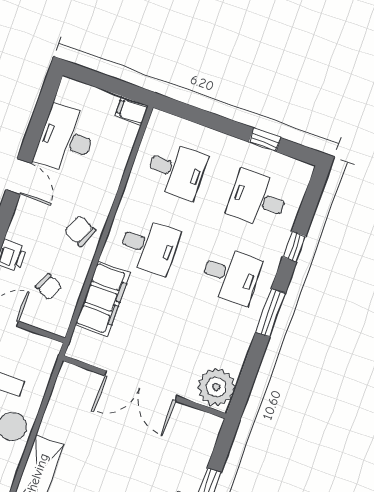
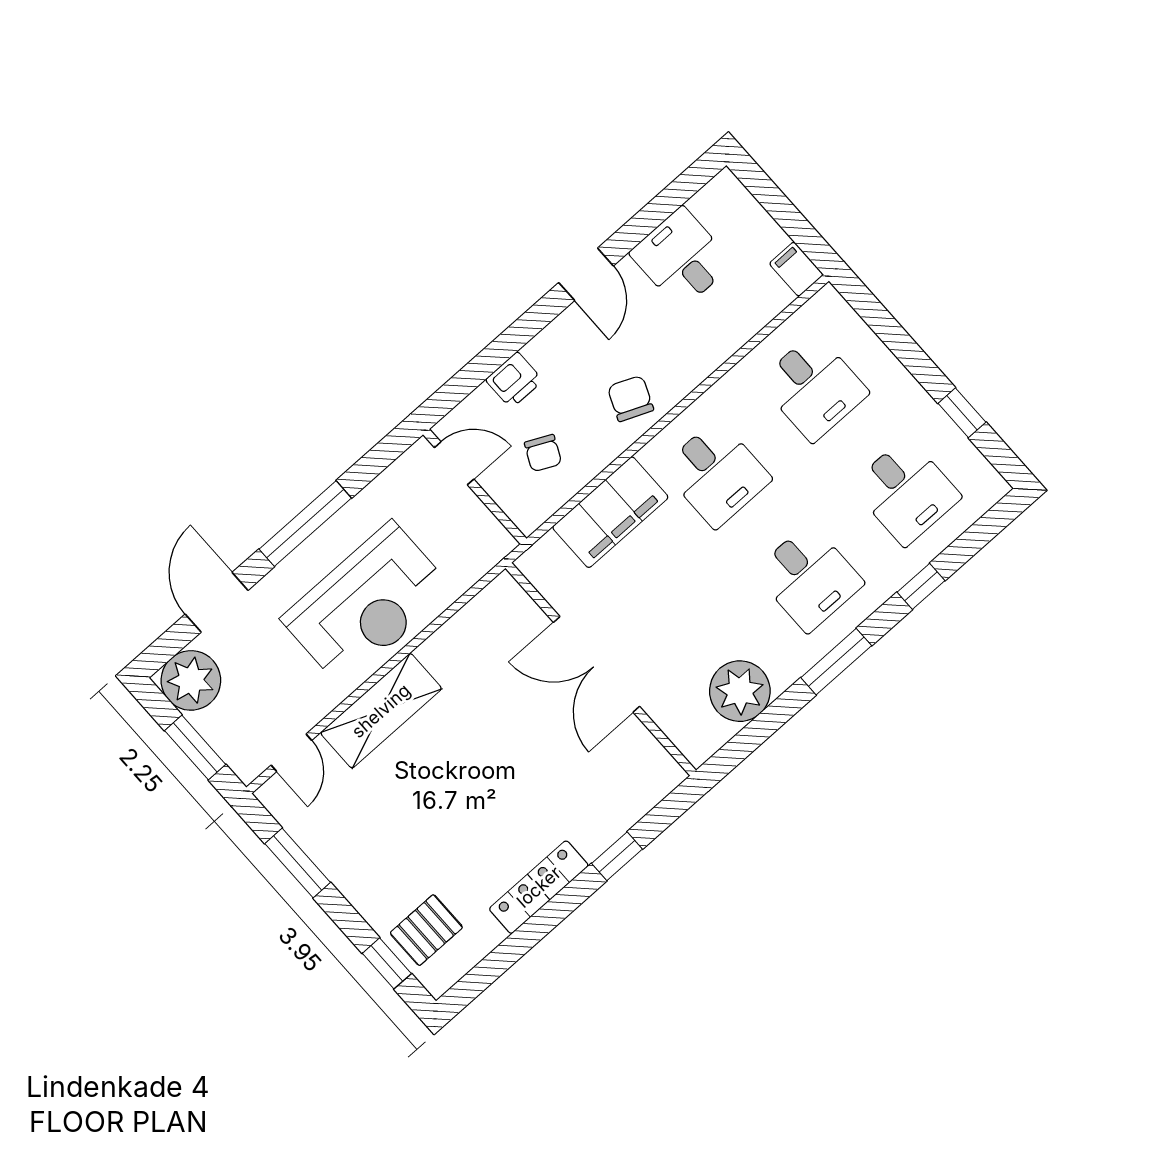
desk: (66, 139) -> (681, 258), width x0.73
desk: (258, 199) -> (906, 491), turned 180
plant: (216, 387) -> (740, 691), moved

